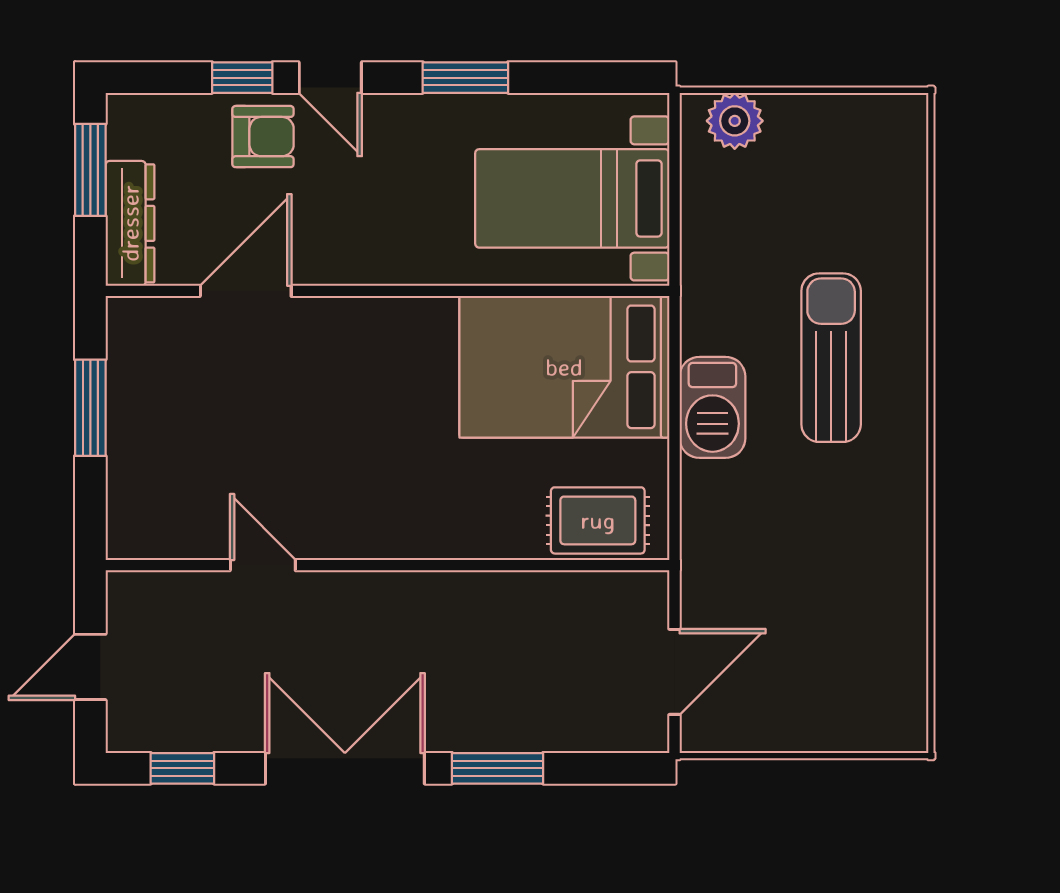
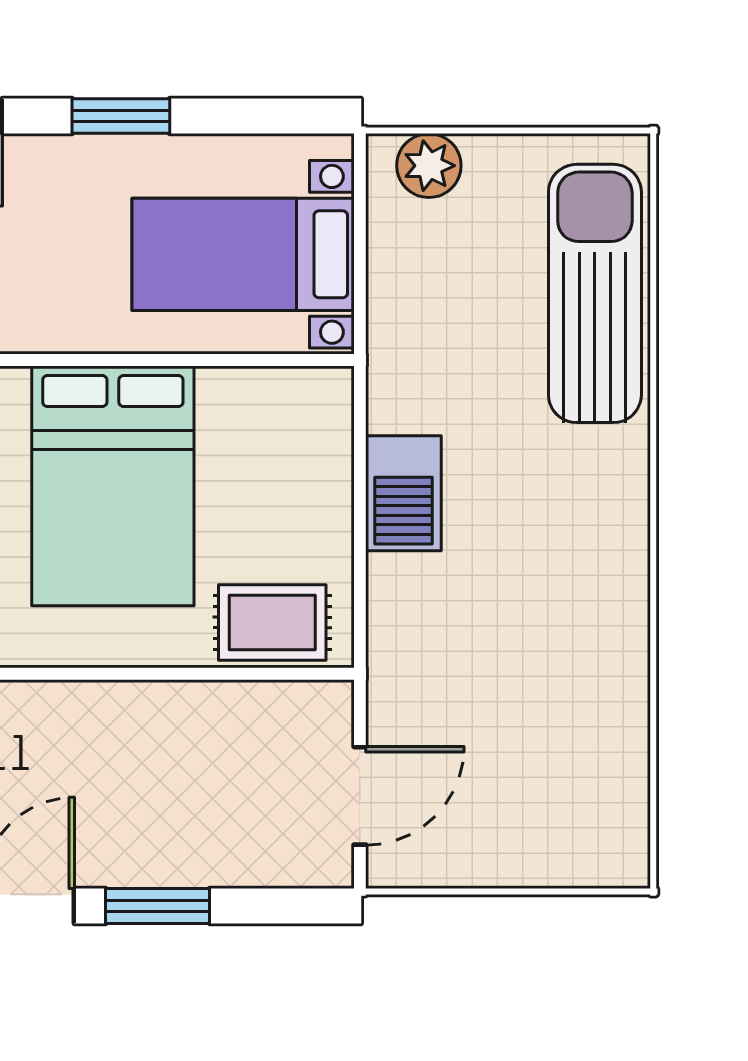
sun lounger: (831, 358) -> (595, 293), moved, width x1.36, depth x1.34
bed: (564, 367) -> (113, 486), moved, turned -90

